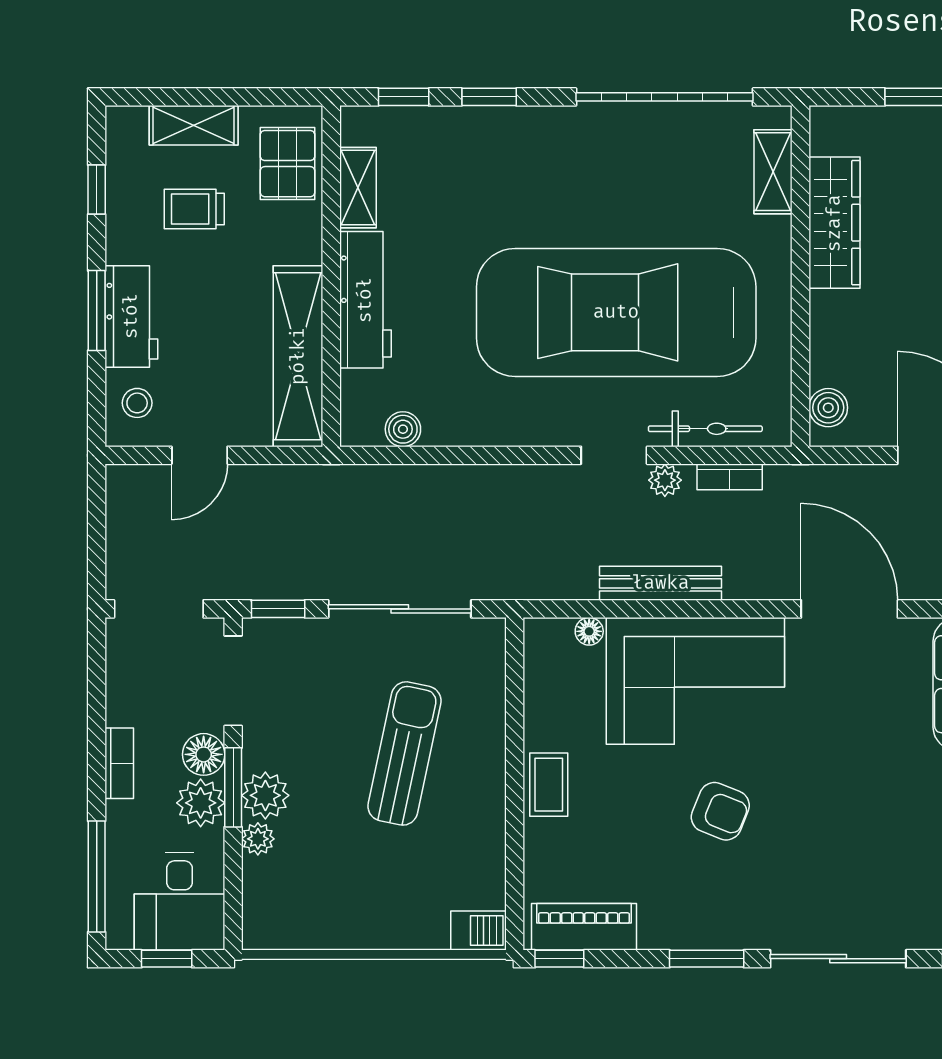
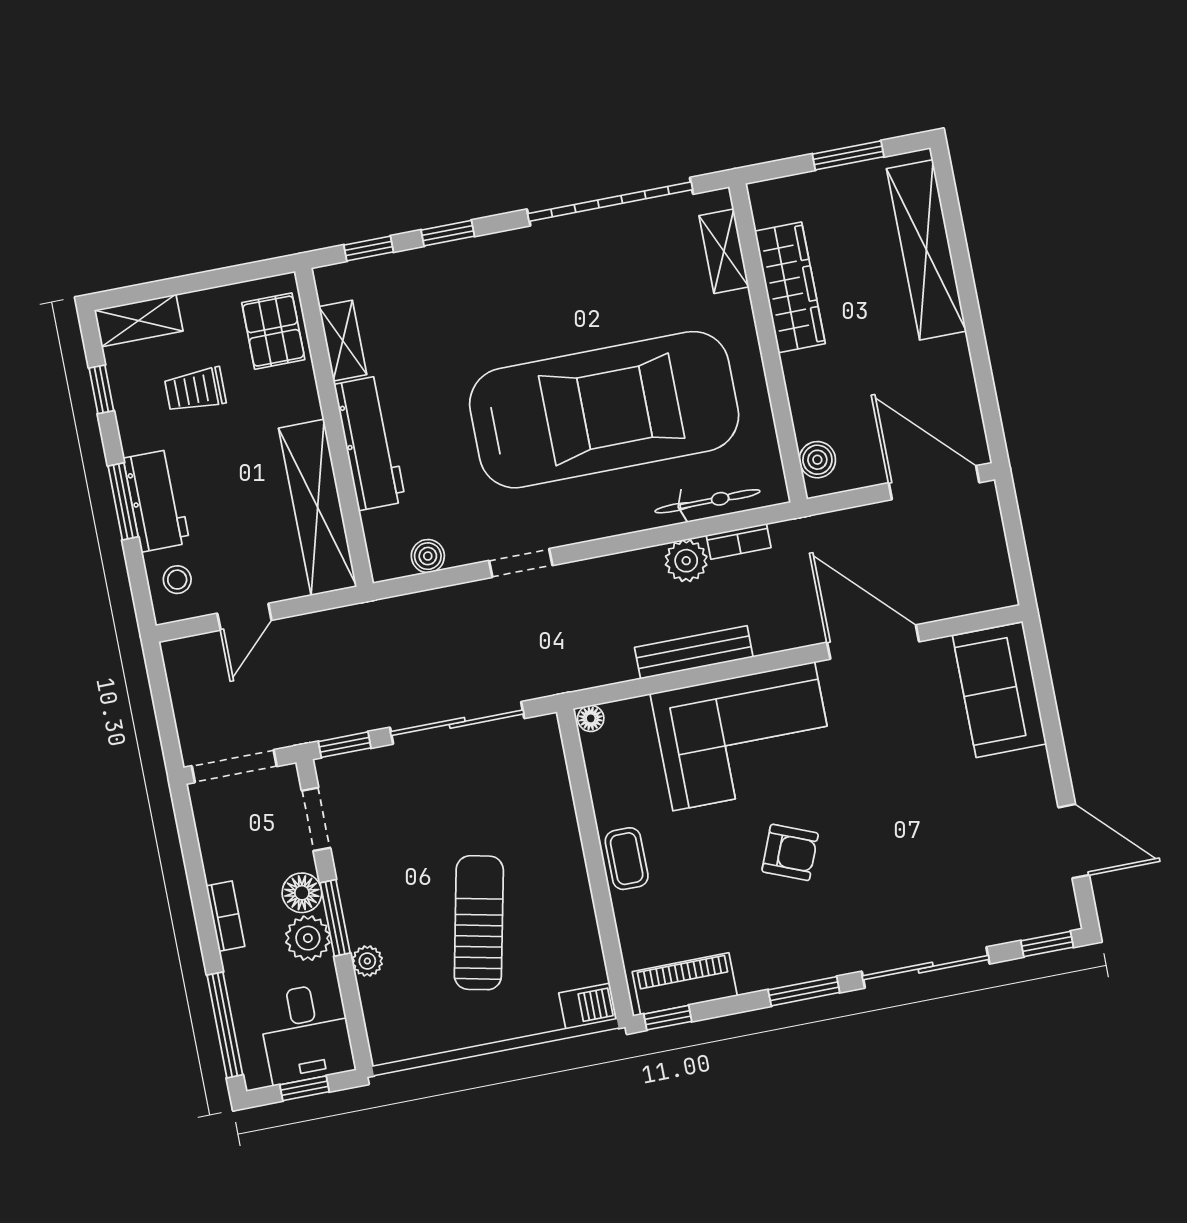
shelving: (194, 125) -> (139, 321), moved
car: (616, 312) -> (604, 410), turned 180
doorway: (614, 455) -> (521, 563), moved
plant: (665, 480) -> (686, 561), width x1.38, depth x1.38
floor lamp: (589, 631) -> (591, 718), moved
doorway: (233, 681) -> (316, 819), width x0.73
sun lounger: (404, 753) -> (479, 923), moved
plant: (265, 795) -> (366, 920), removed

